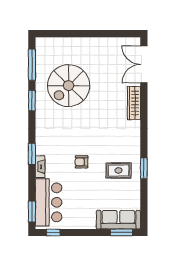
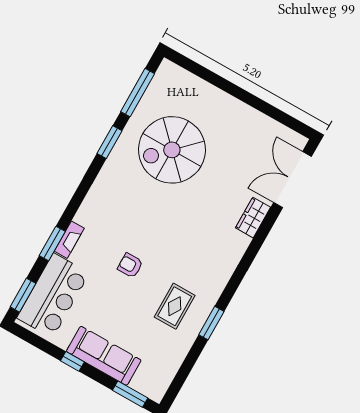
wardrobe: (134, 103) -> (253, 218), width x0.67
window: (32, 154) -> (52, 243), moved
rug: (119, 170) -> (175, 306), turned 90
sofa: (118, 220) -> (104, 356), moved
window: (53, 232) -> (72, 361), moved

